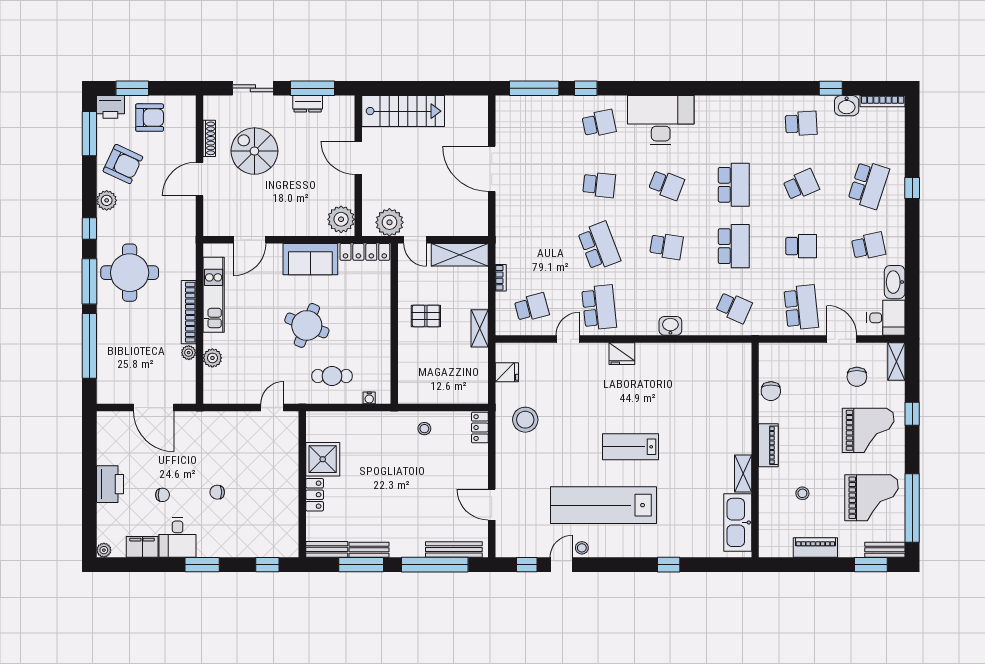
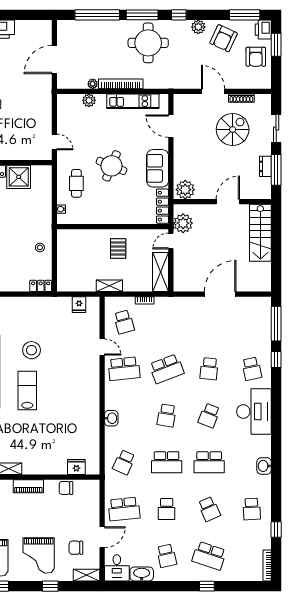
washbasin: (847, 106) -> (264, 466), moved
fridge: (622, 354) -> (76, 467), moved, turned 90
stool: (525, 420) -> (32, 350), moved

